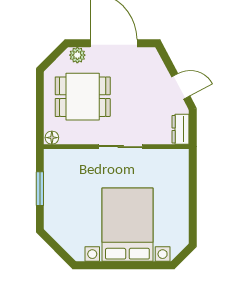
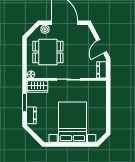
door: (181, 86) -> (102, 46), swing flipped
wardrobe: (64, 160) -> (38, 87), added
dresser: (52, 212) -> (31, 115), added

